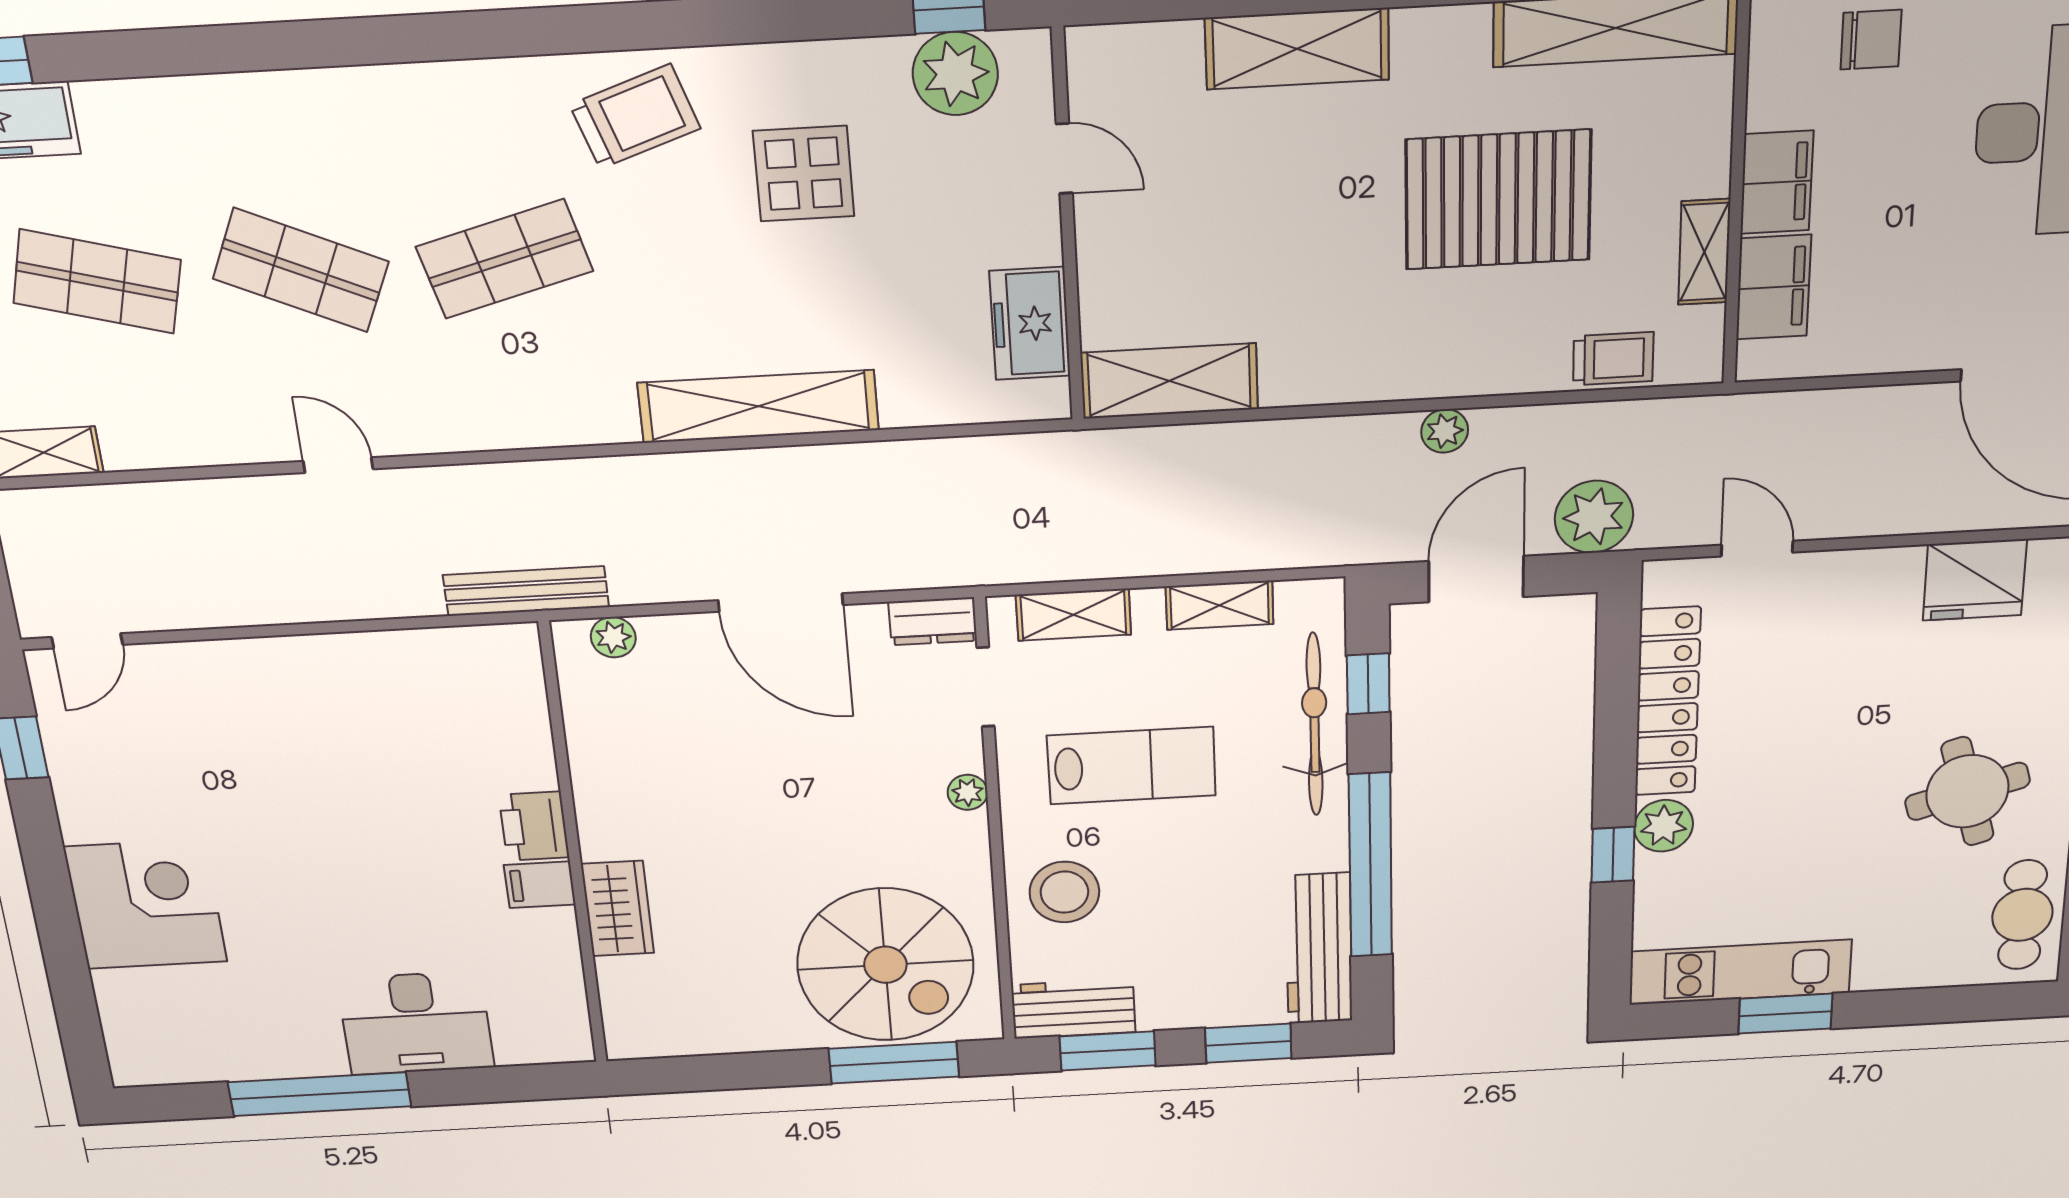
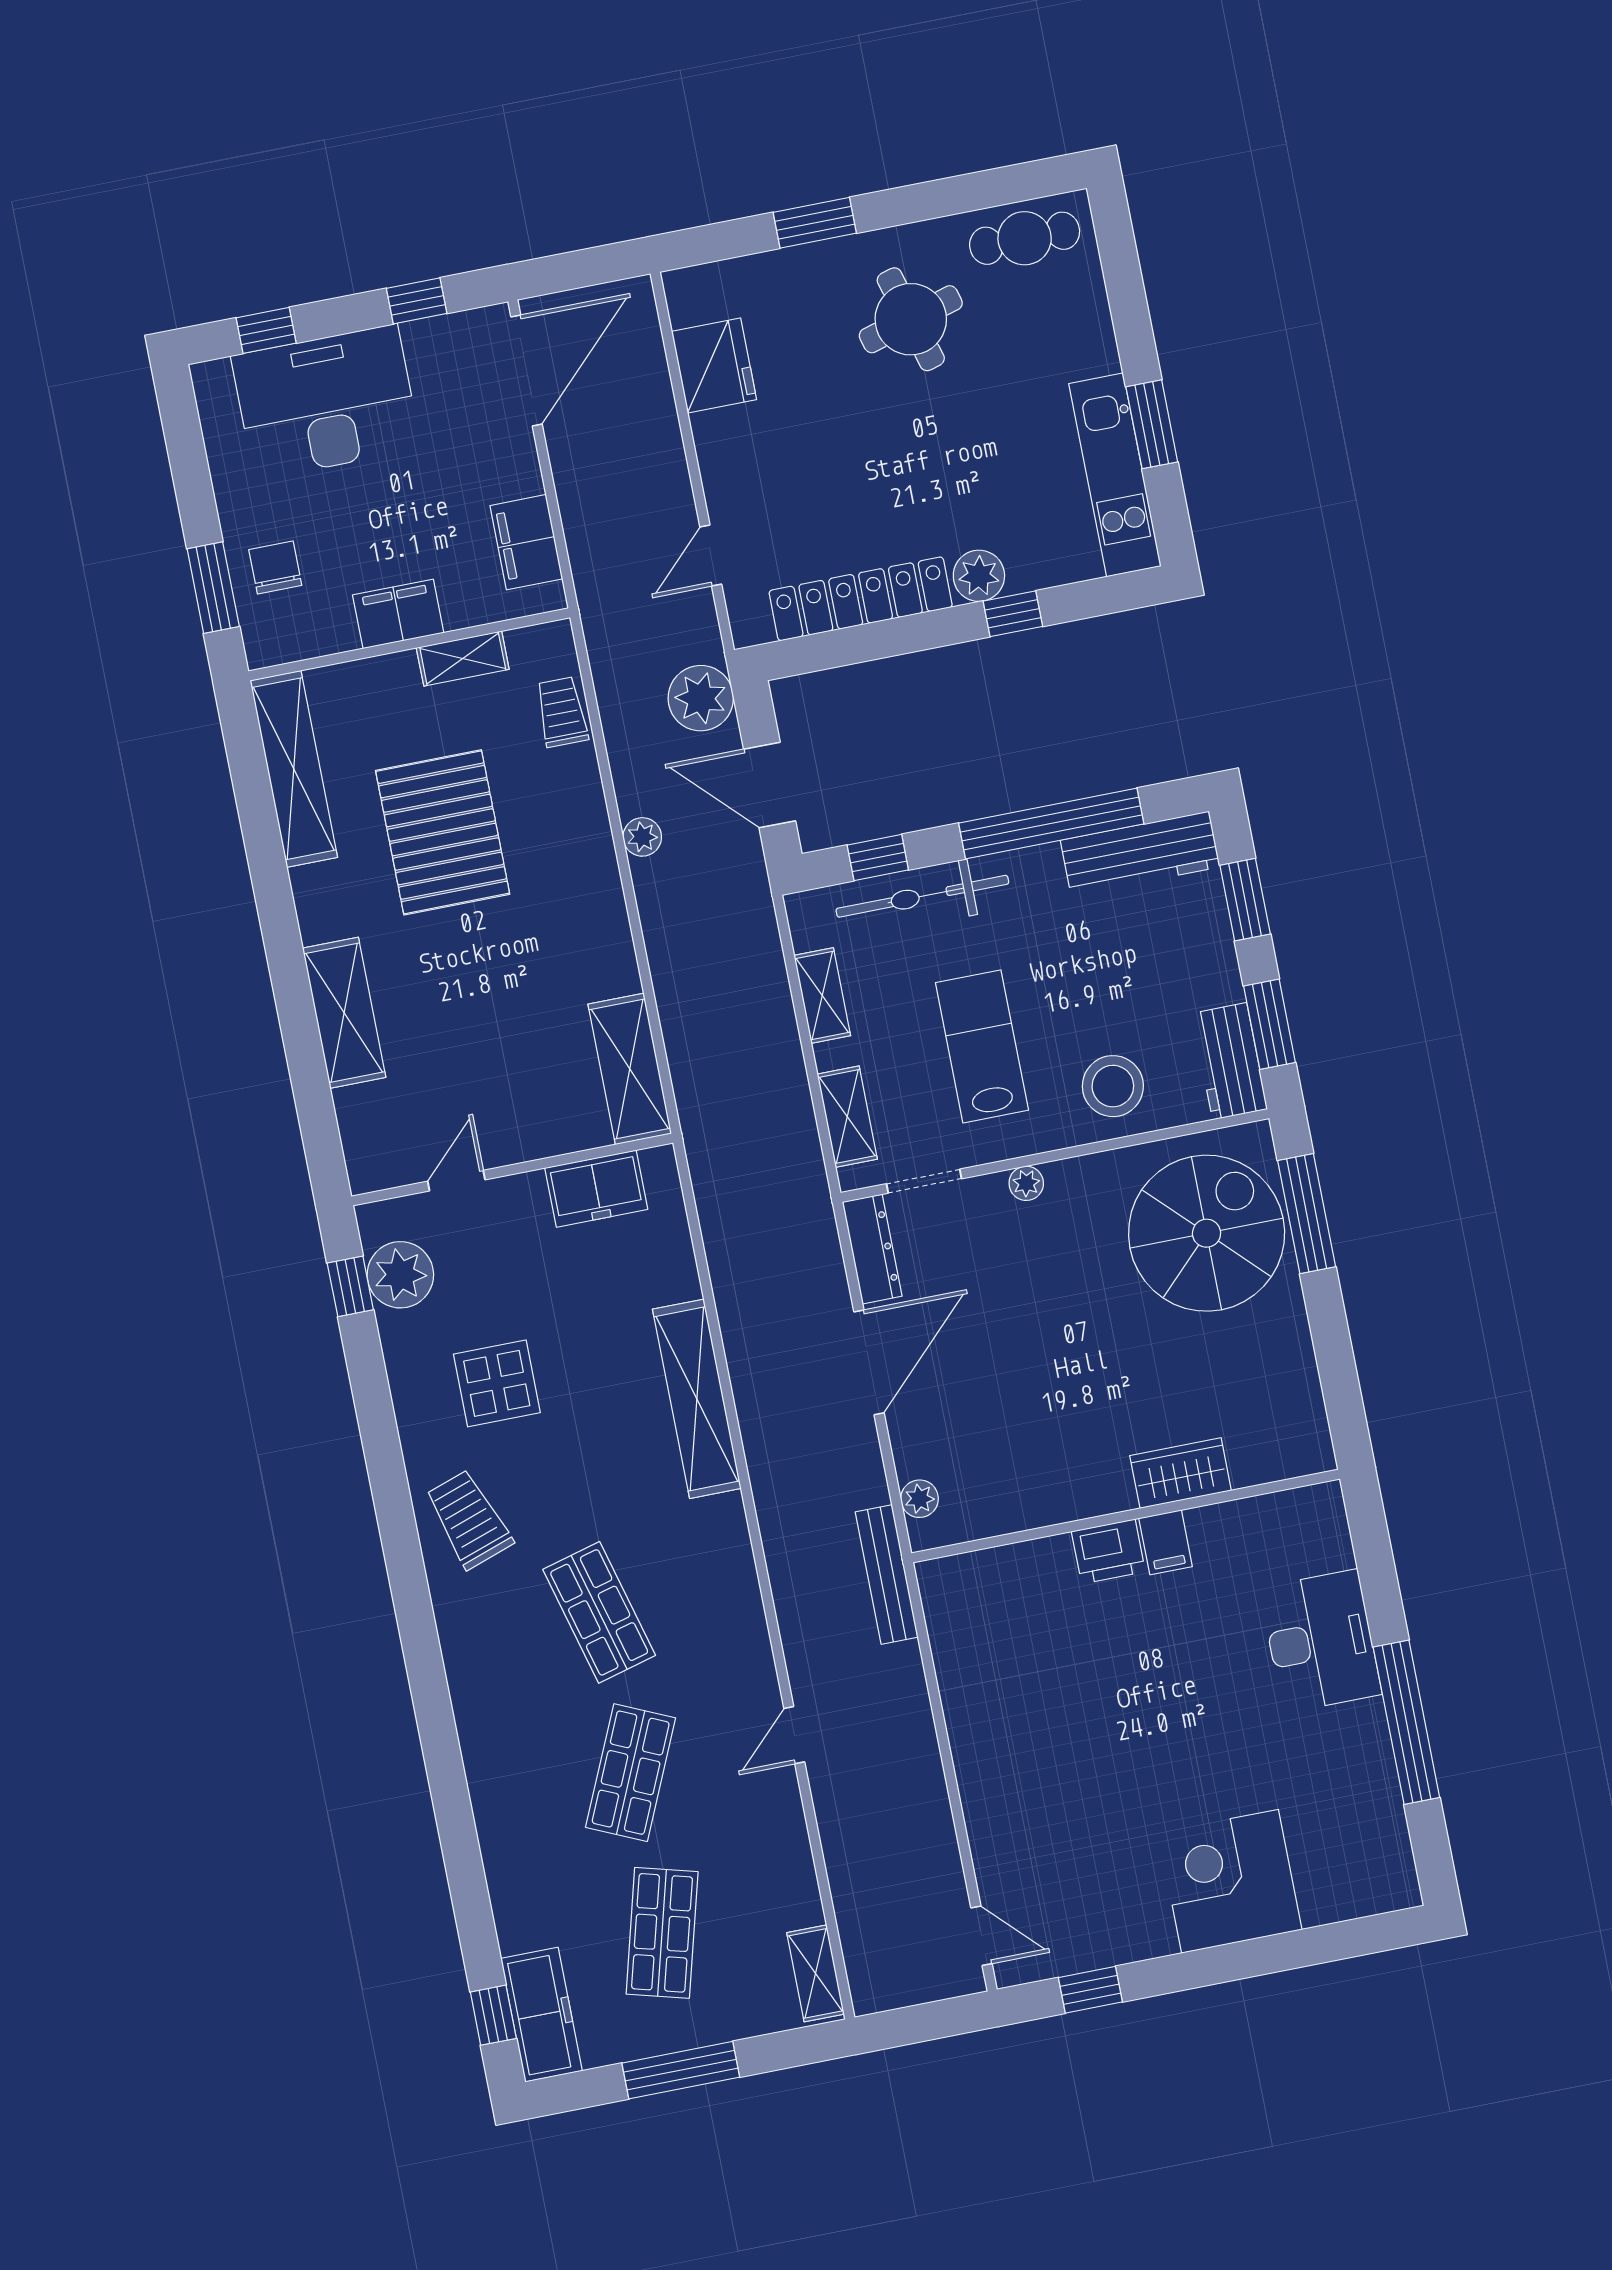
filing cabinet: (1774, 287) -> (526, 542), moved, turned -90
dresser: (933, 621) -> (872, 1249), width x1.44

